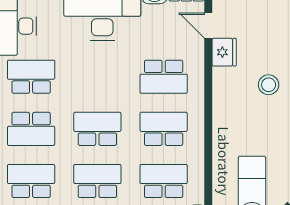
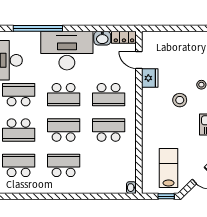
school desk: (164, 181) -> (64, 95), moved, turned 180

